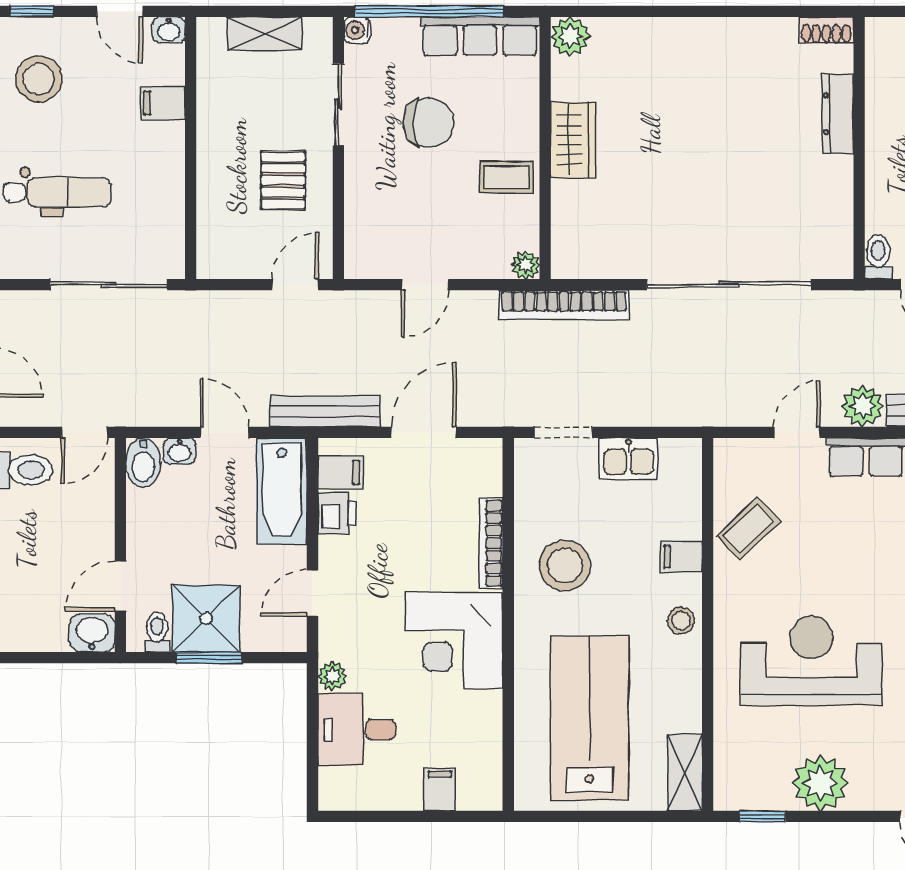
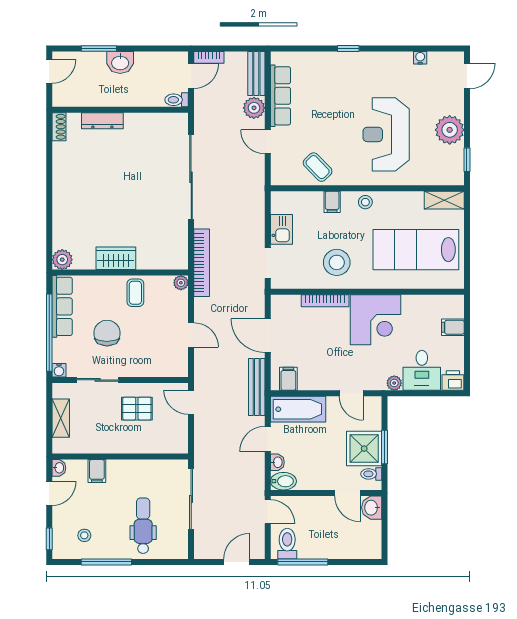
stool: (39, 79) -> (84, 535), width x0.53, depth x0.53
printer: (337, 513) -> (453, 381), moved

